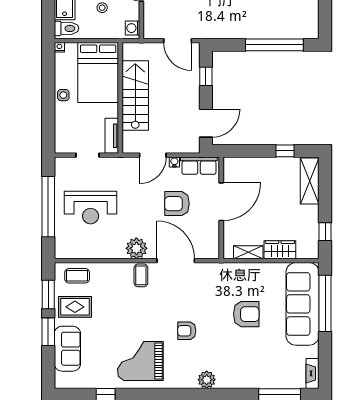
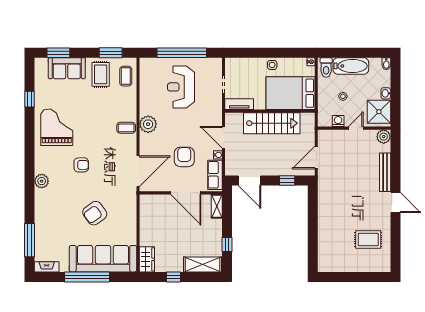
washing machine: (133, 28) -> (338, 121), moved
window: (274, 45) -> (313, 236), removed
window: (325, 232) -> (174, 277), moved
wardrobe: (280, 250) -> (147, 259), moved
shelving: (248, 252) -> (217, 206), moved
door: (176, 261) -> (138, 171), moved
window: (325, 303) -> (87, 277), moved
armchair: (246, 314) -> (95, 213), turned 54
armchair: (187, 331) -> (81, 165), turned 89
window: (48, 332) -> (58, 53), moved

